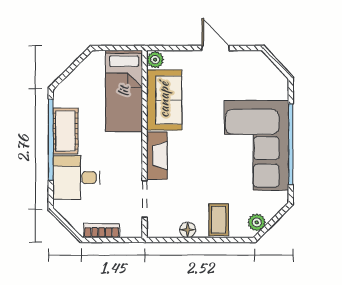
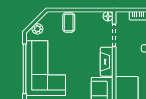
plant: (257, 222) -> (37, 29), moved
floor lamp: (188, 230) -> (108, 16), moved

